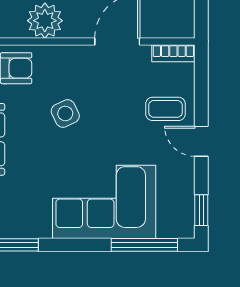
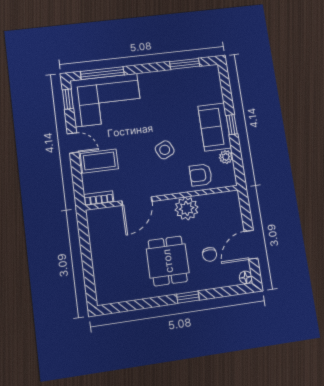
coffee table: (166, 109) -> (99, 161), width x1.36, depth x1.30
corner sofa: (104, 202) -> (106, 100), moved

